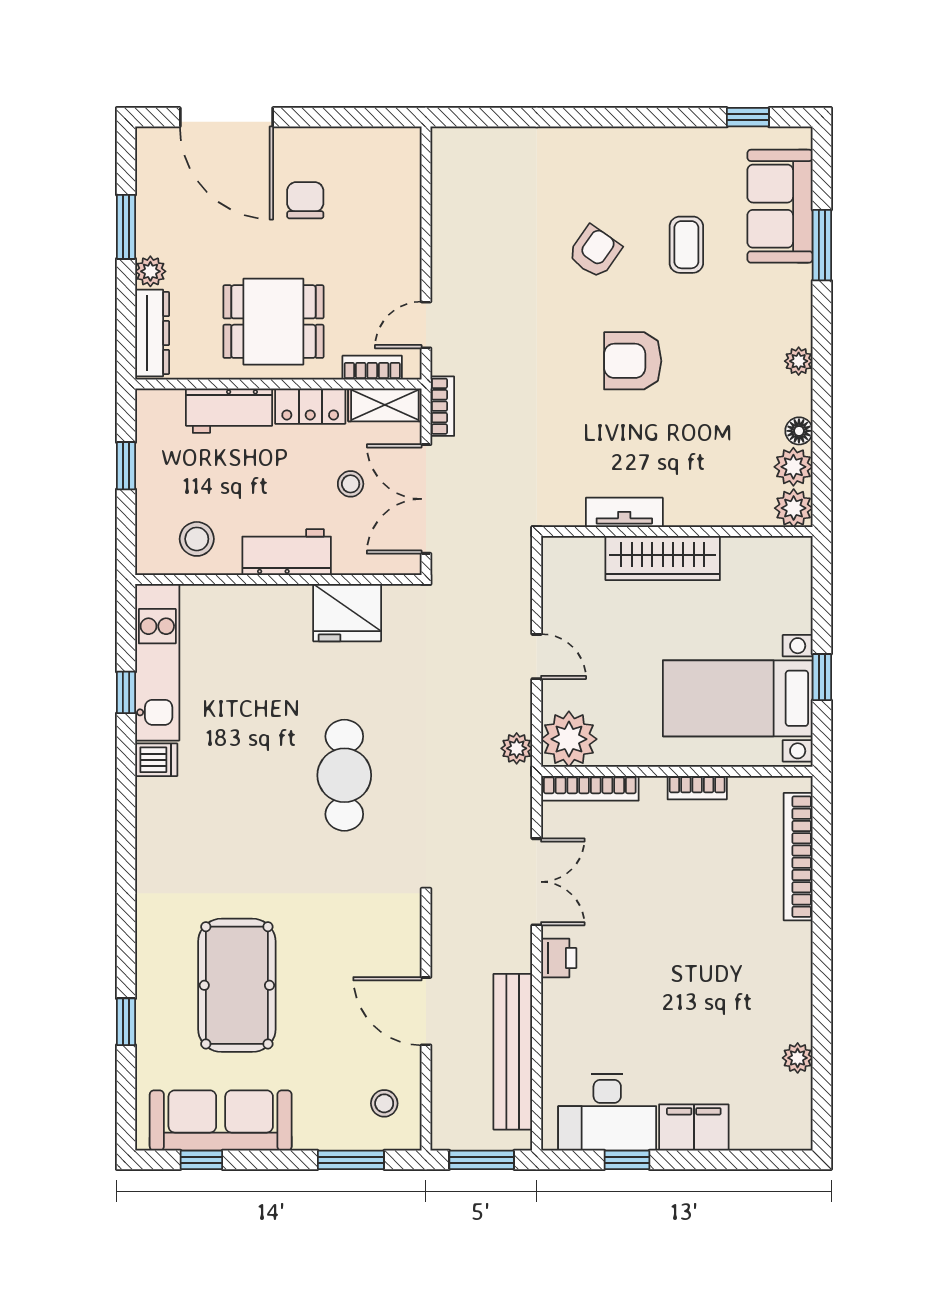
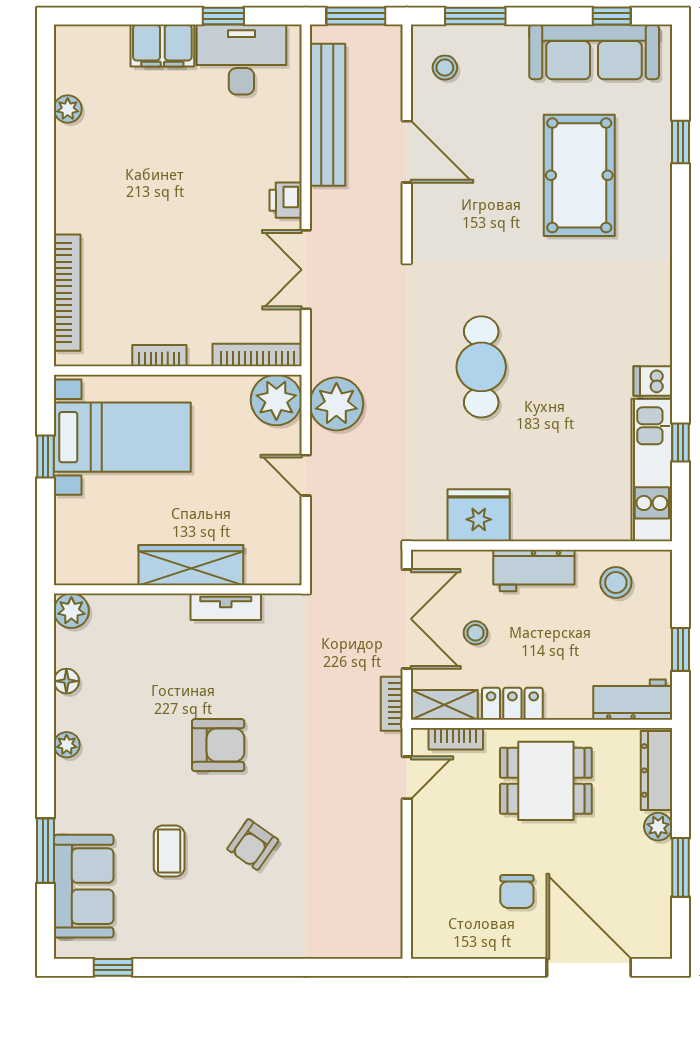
workbench: (229, 411) -> (633, 700), moved
plant: (793, 467) -> (71, 648), removed
plant: (517, 748) -> (336, 404), width x1.88, depth x1.88

